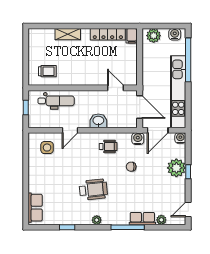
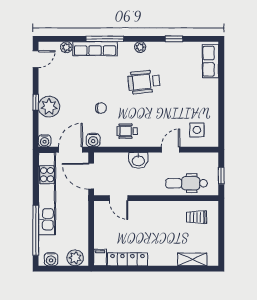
shelving: (68, 34) -> (192, 259), moved
row of seats: (142, 219) -> (95, 49), width x1.48

